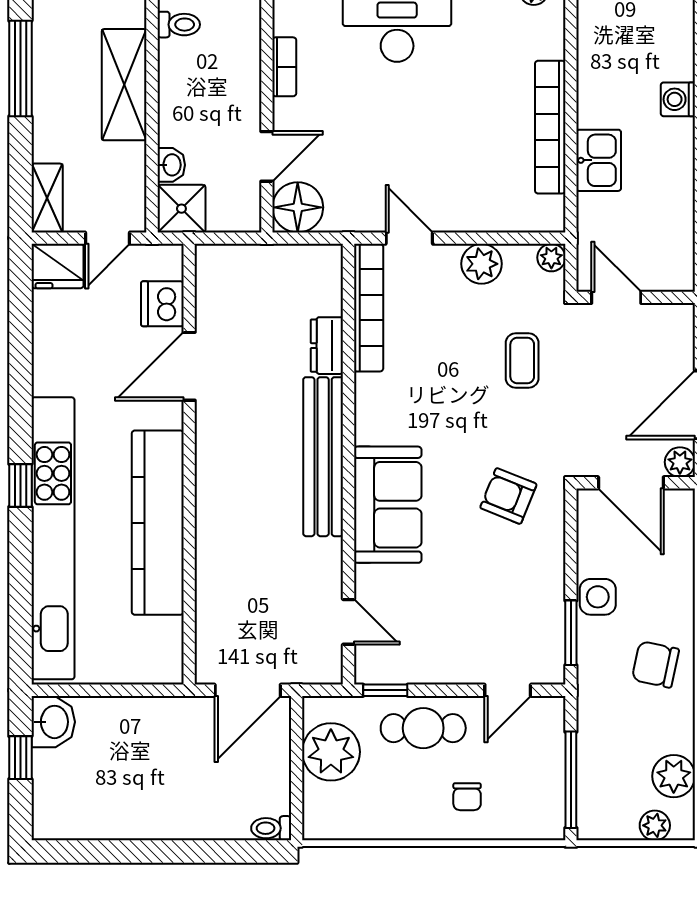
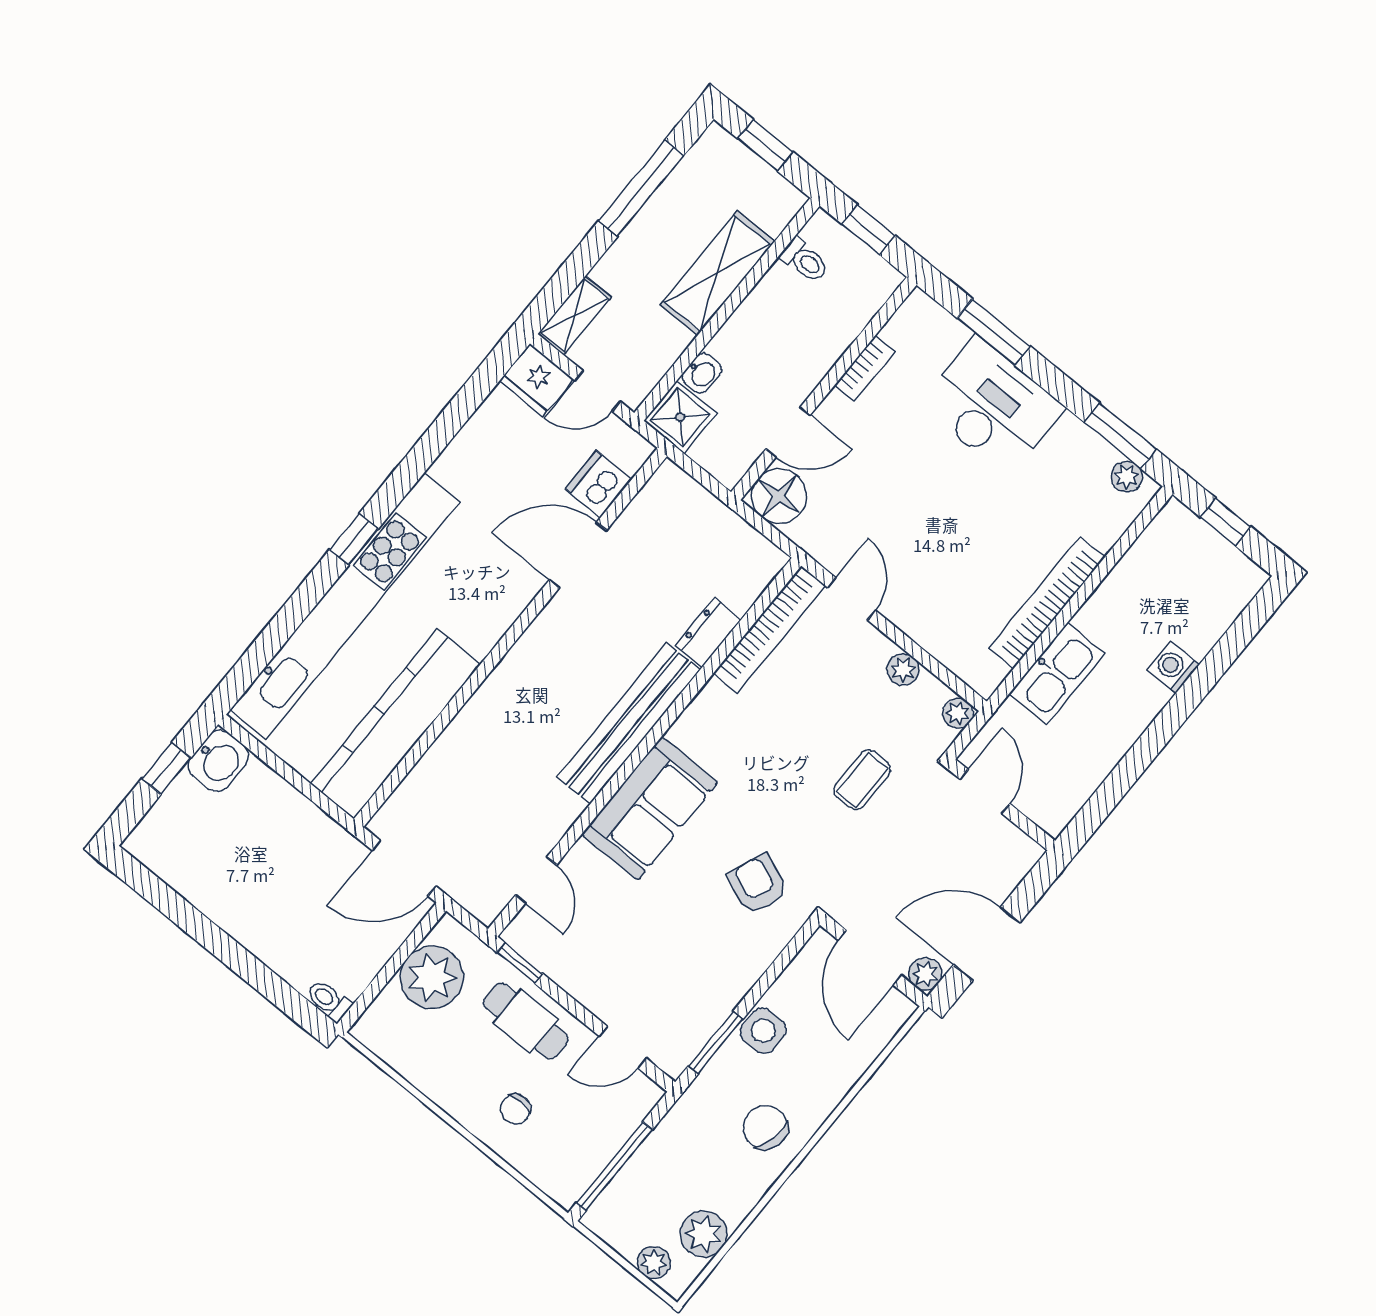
kitchen sink: (599, 160) -> (1057, 674), width x1.38
plant: (482, 264) -> (903, 670), width x0.73, depth x0.73
kitchen counter: (158, 523) -> (396, 724), moved

